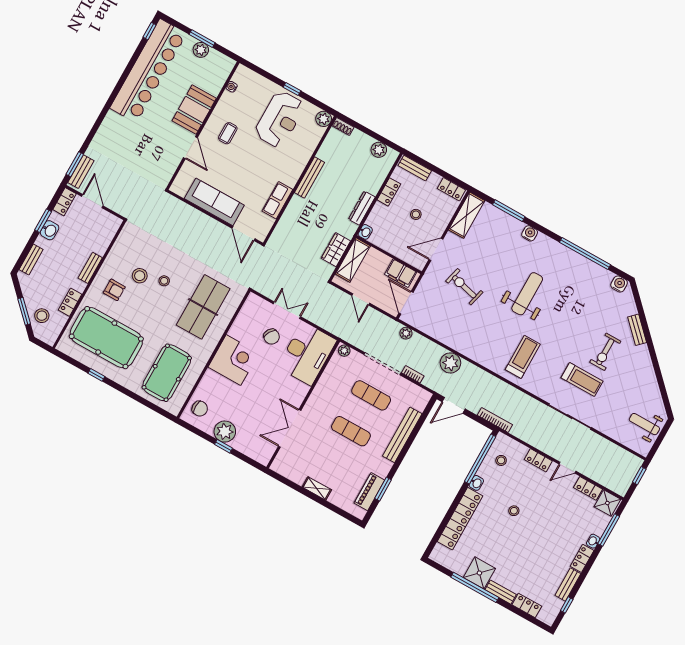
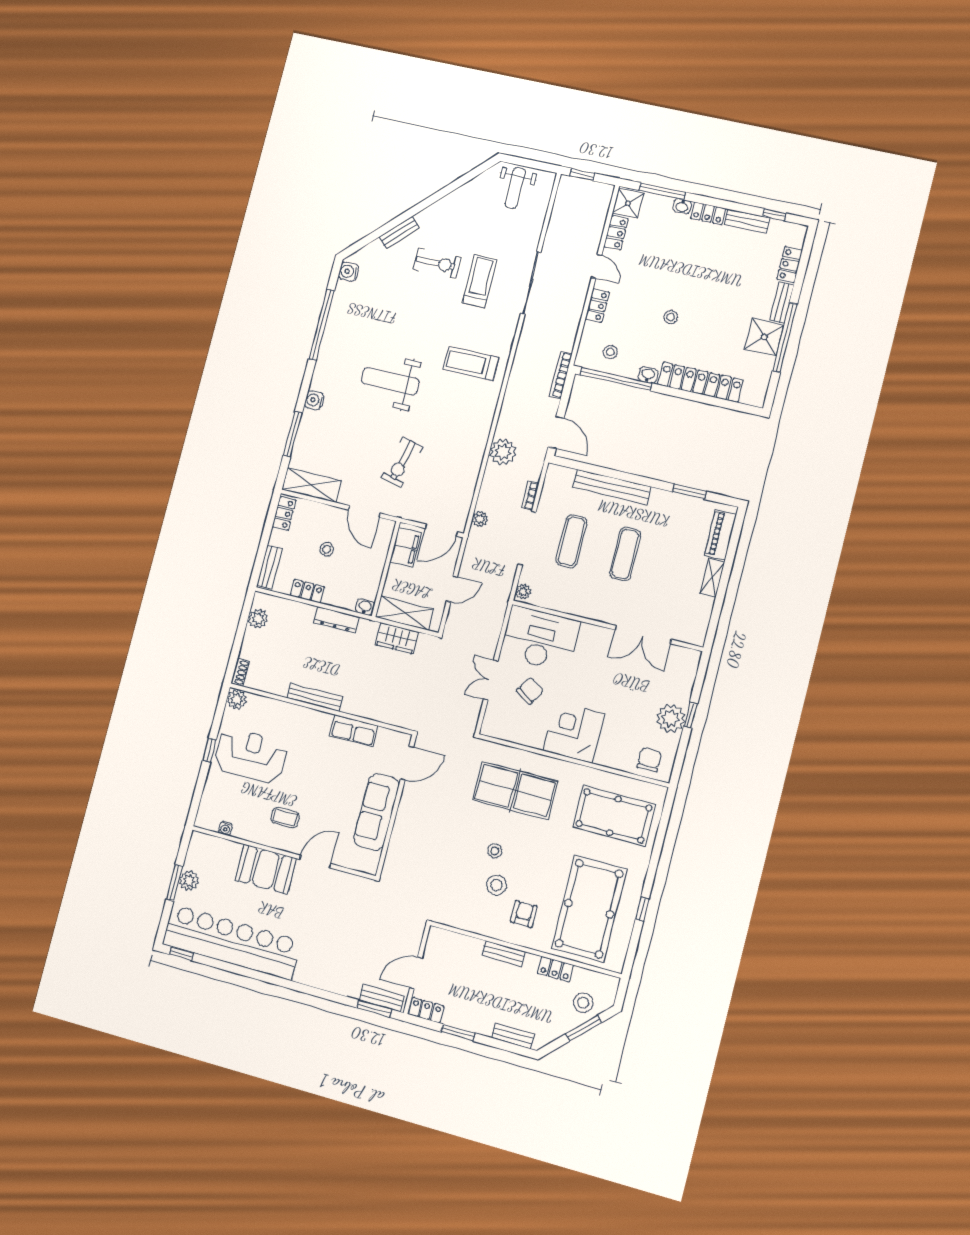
washbasin: (50, 230) -> (468, 1021), removed
piano: (369, 492) -> (721, 535), moved, turned 90

